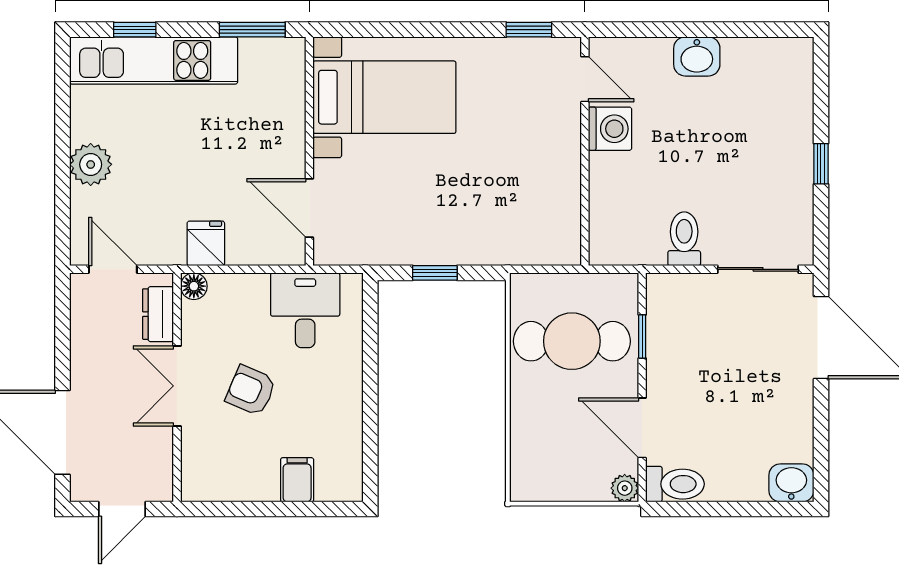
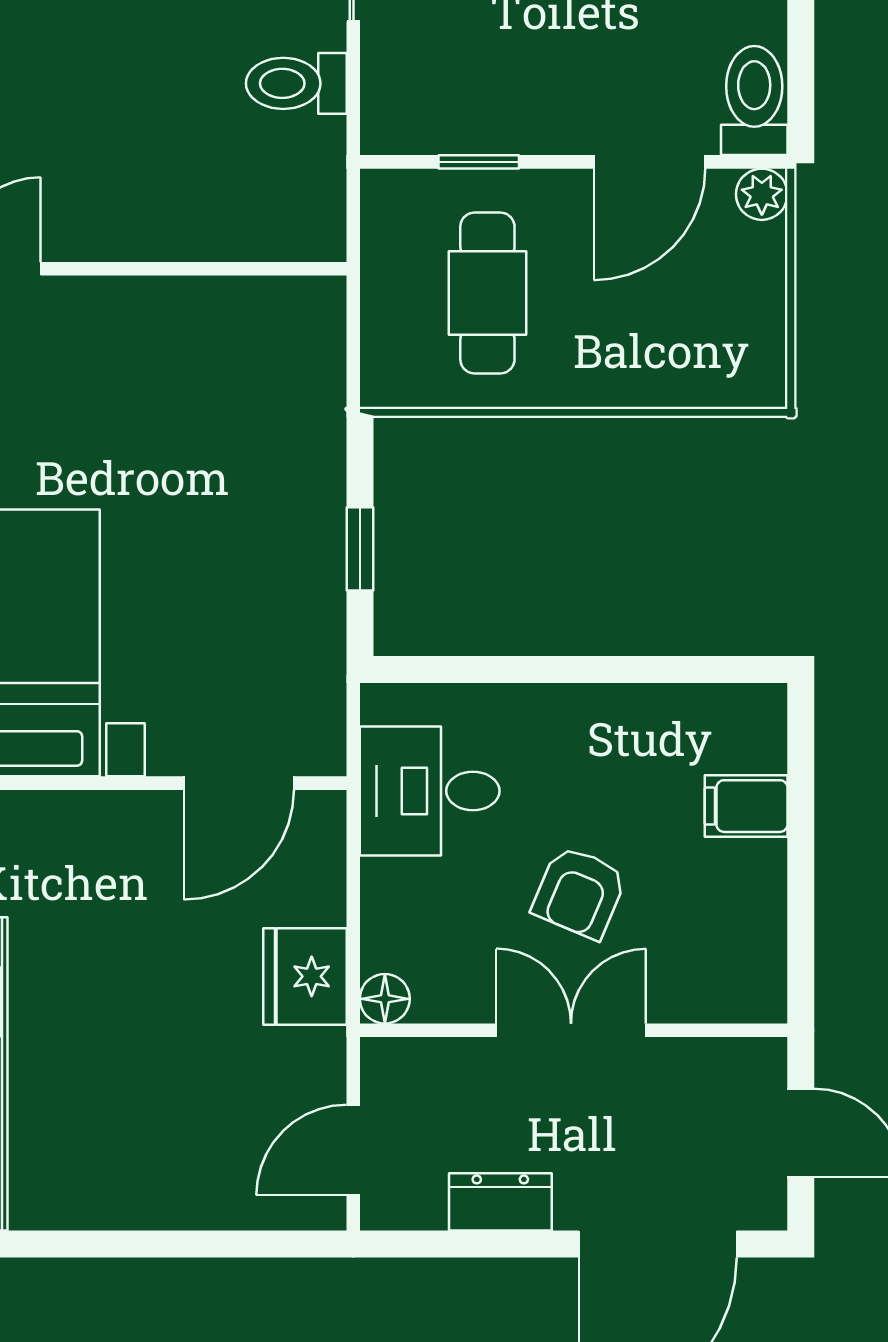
washing machine: (610, 129) -> (91, 222), removed
plant: (91, 164) -> (158, 1191), removed
fridge: (206, 243) -> (305, 976), width x1.38
dresser: (158, 314) -> (500, 1202), moved, turned 180
cafe table: (572, 341) -> (487, 293), width x0.73, depth x0.74
double door: (177, 386) -> (571, 1030), swing flipped

